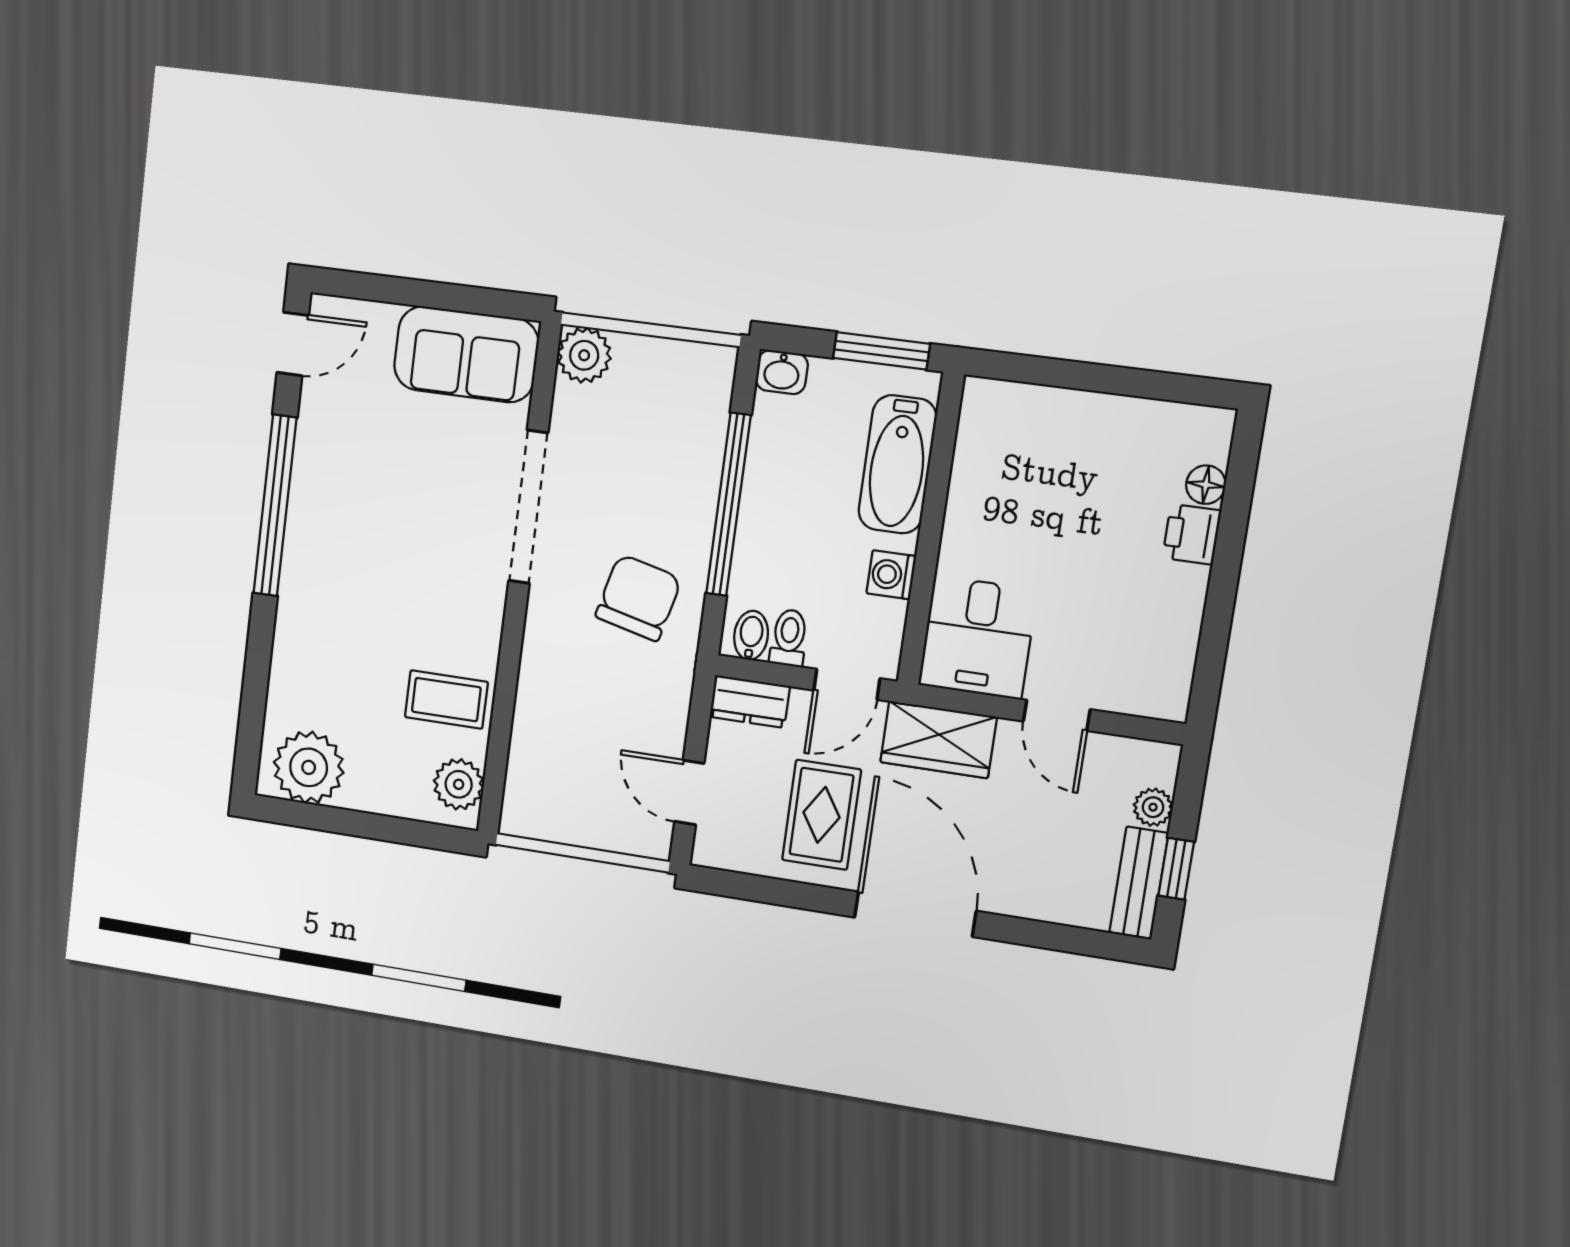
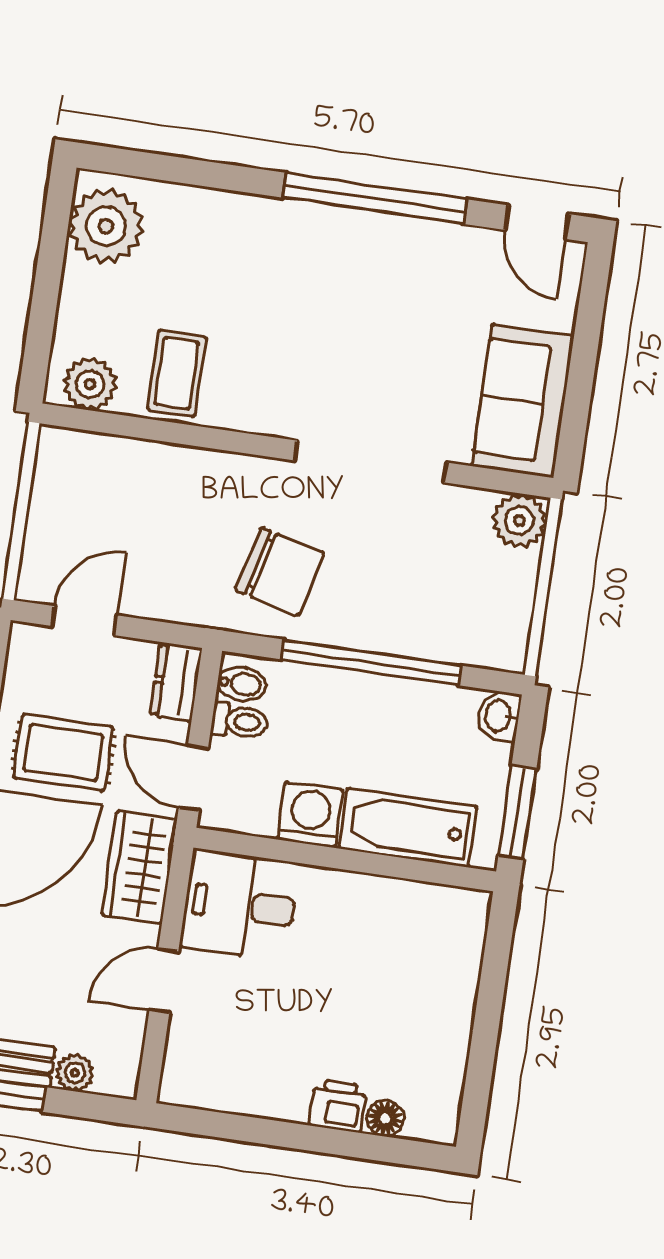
washing machine: (891, 575) -> (310, 815), width x1.38, depth x1.38

